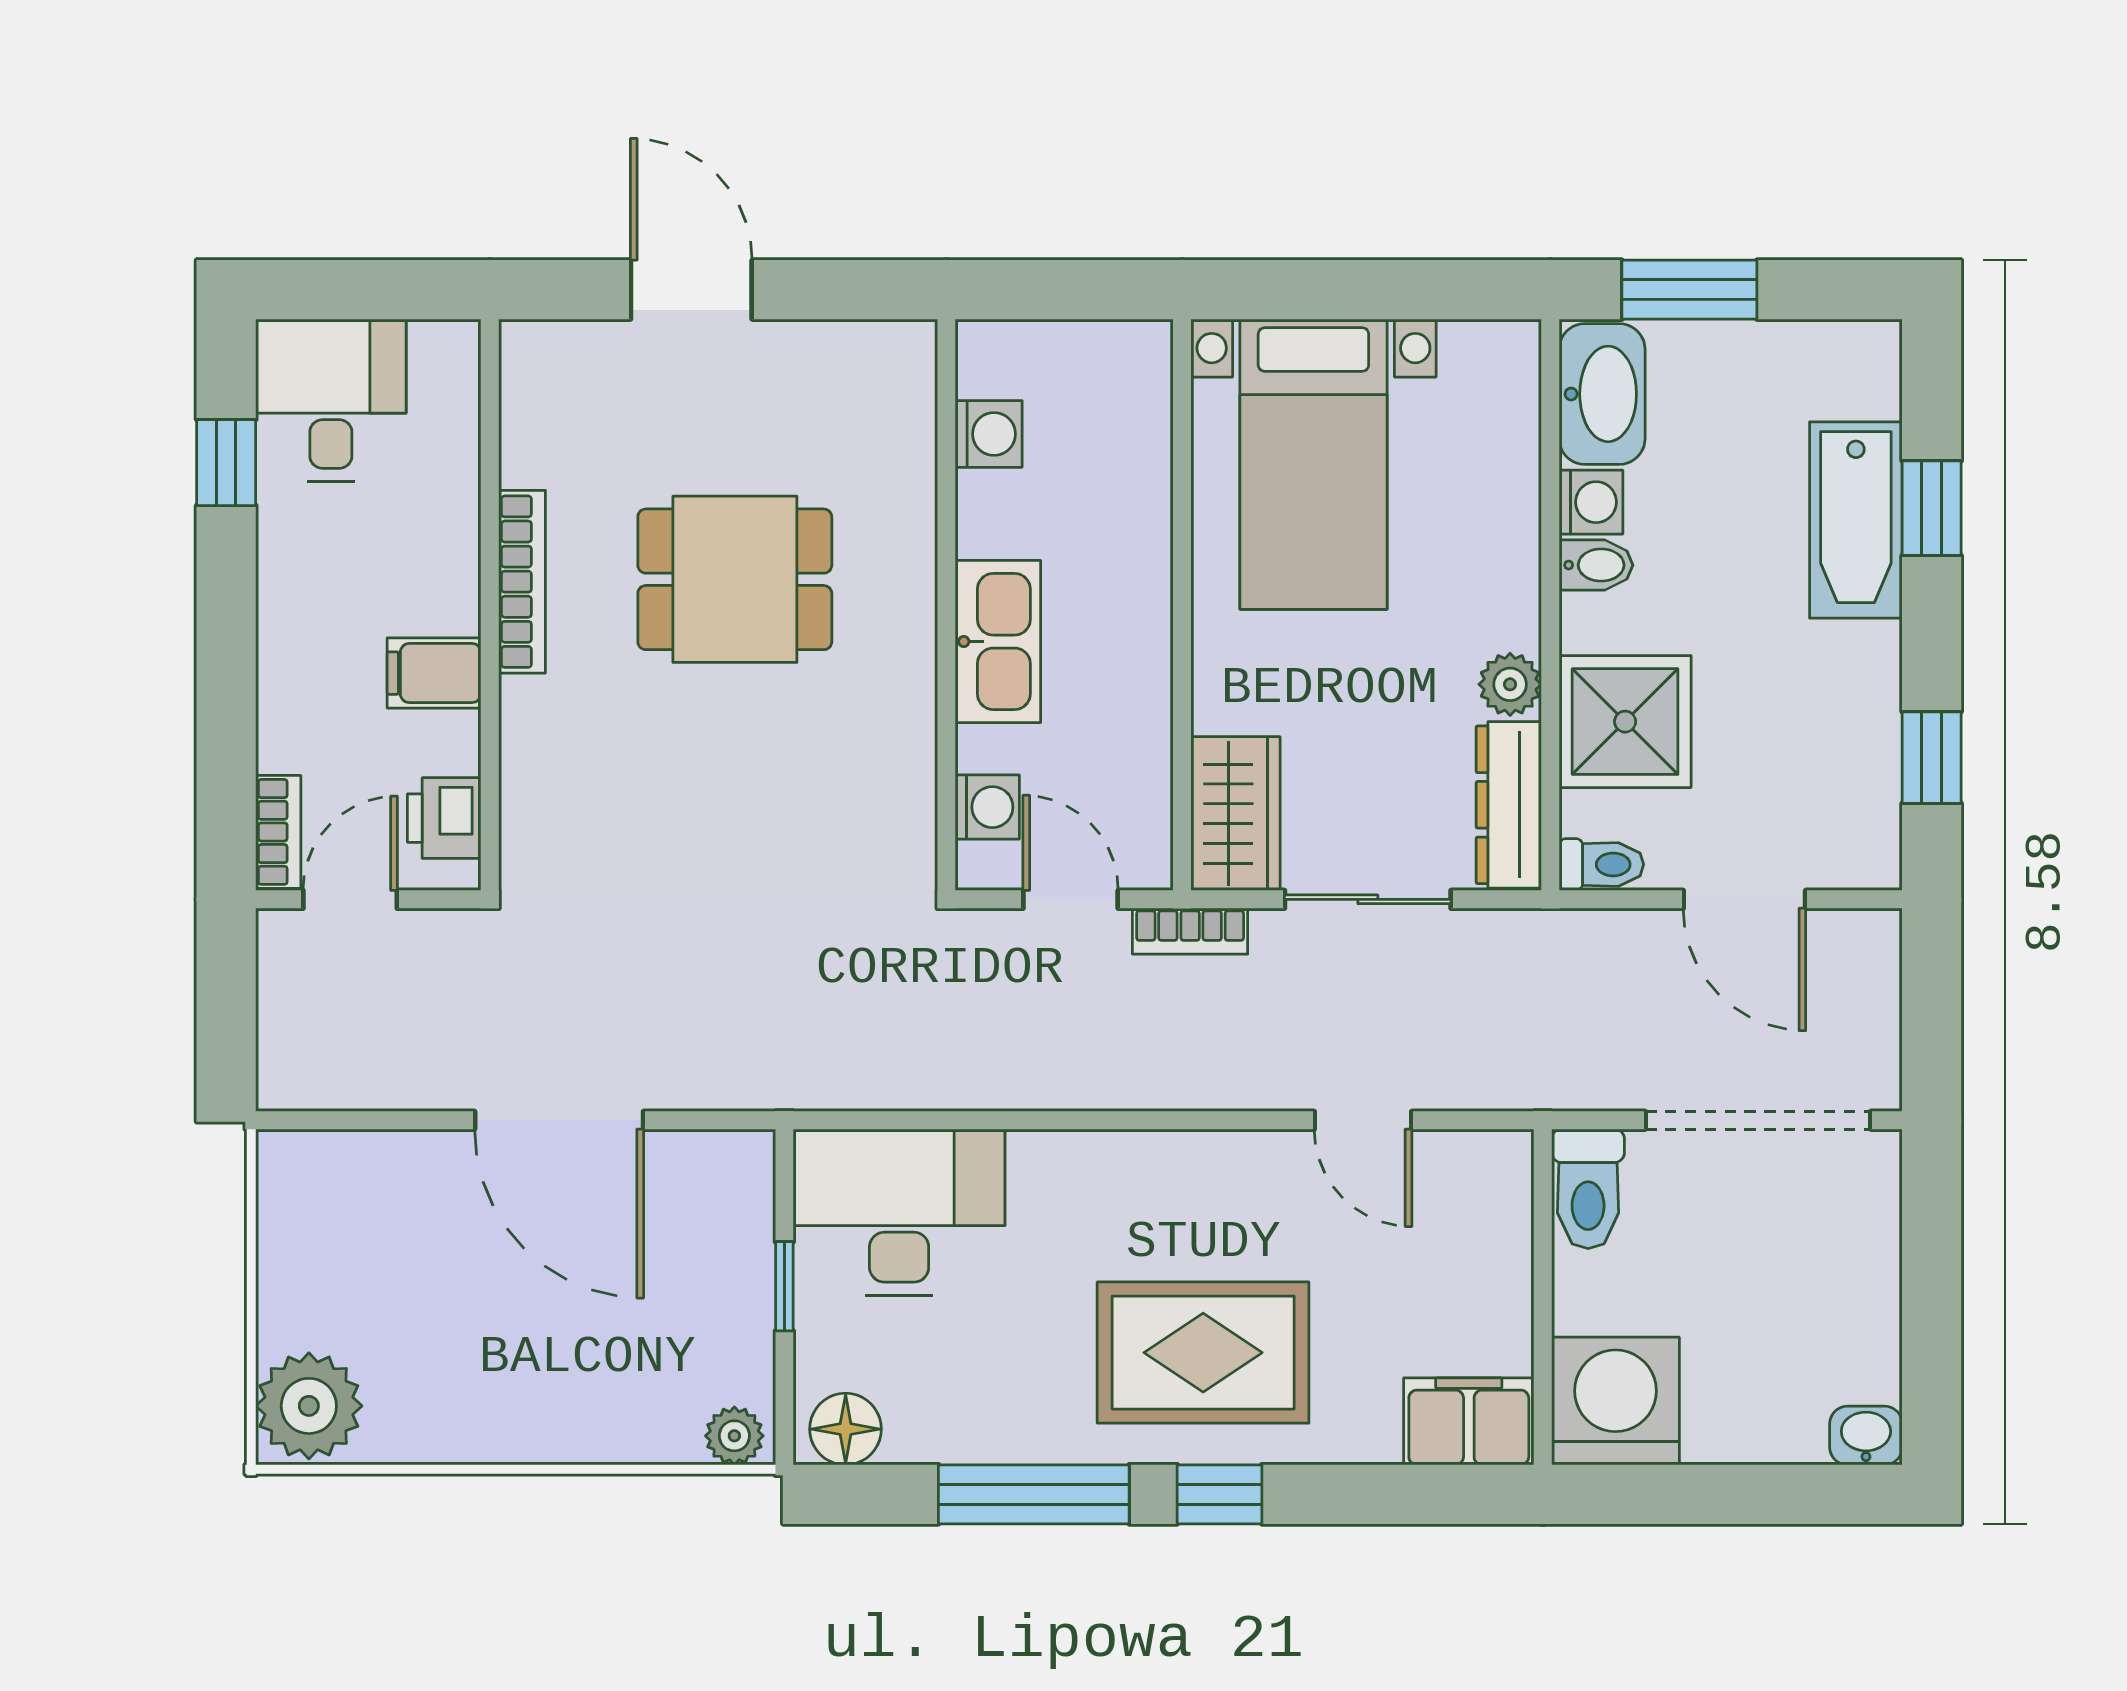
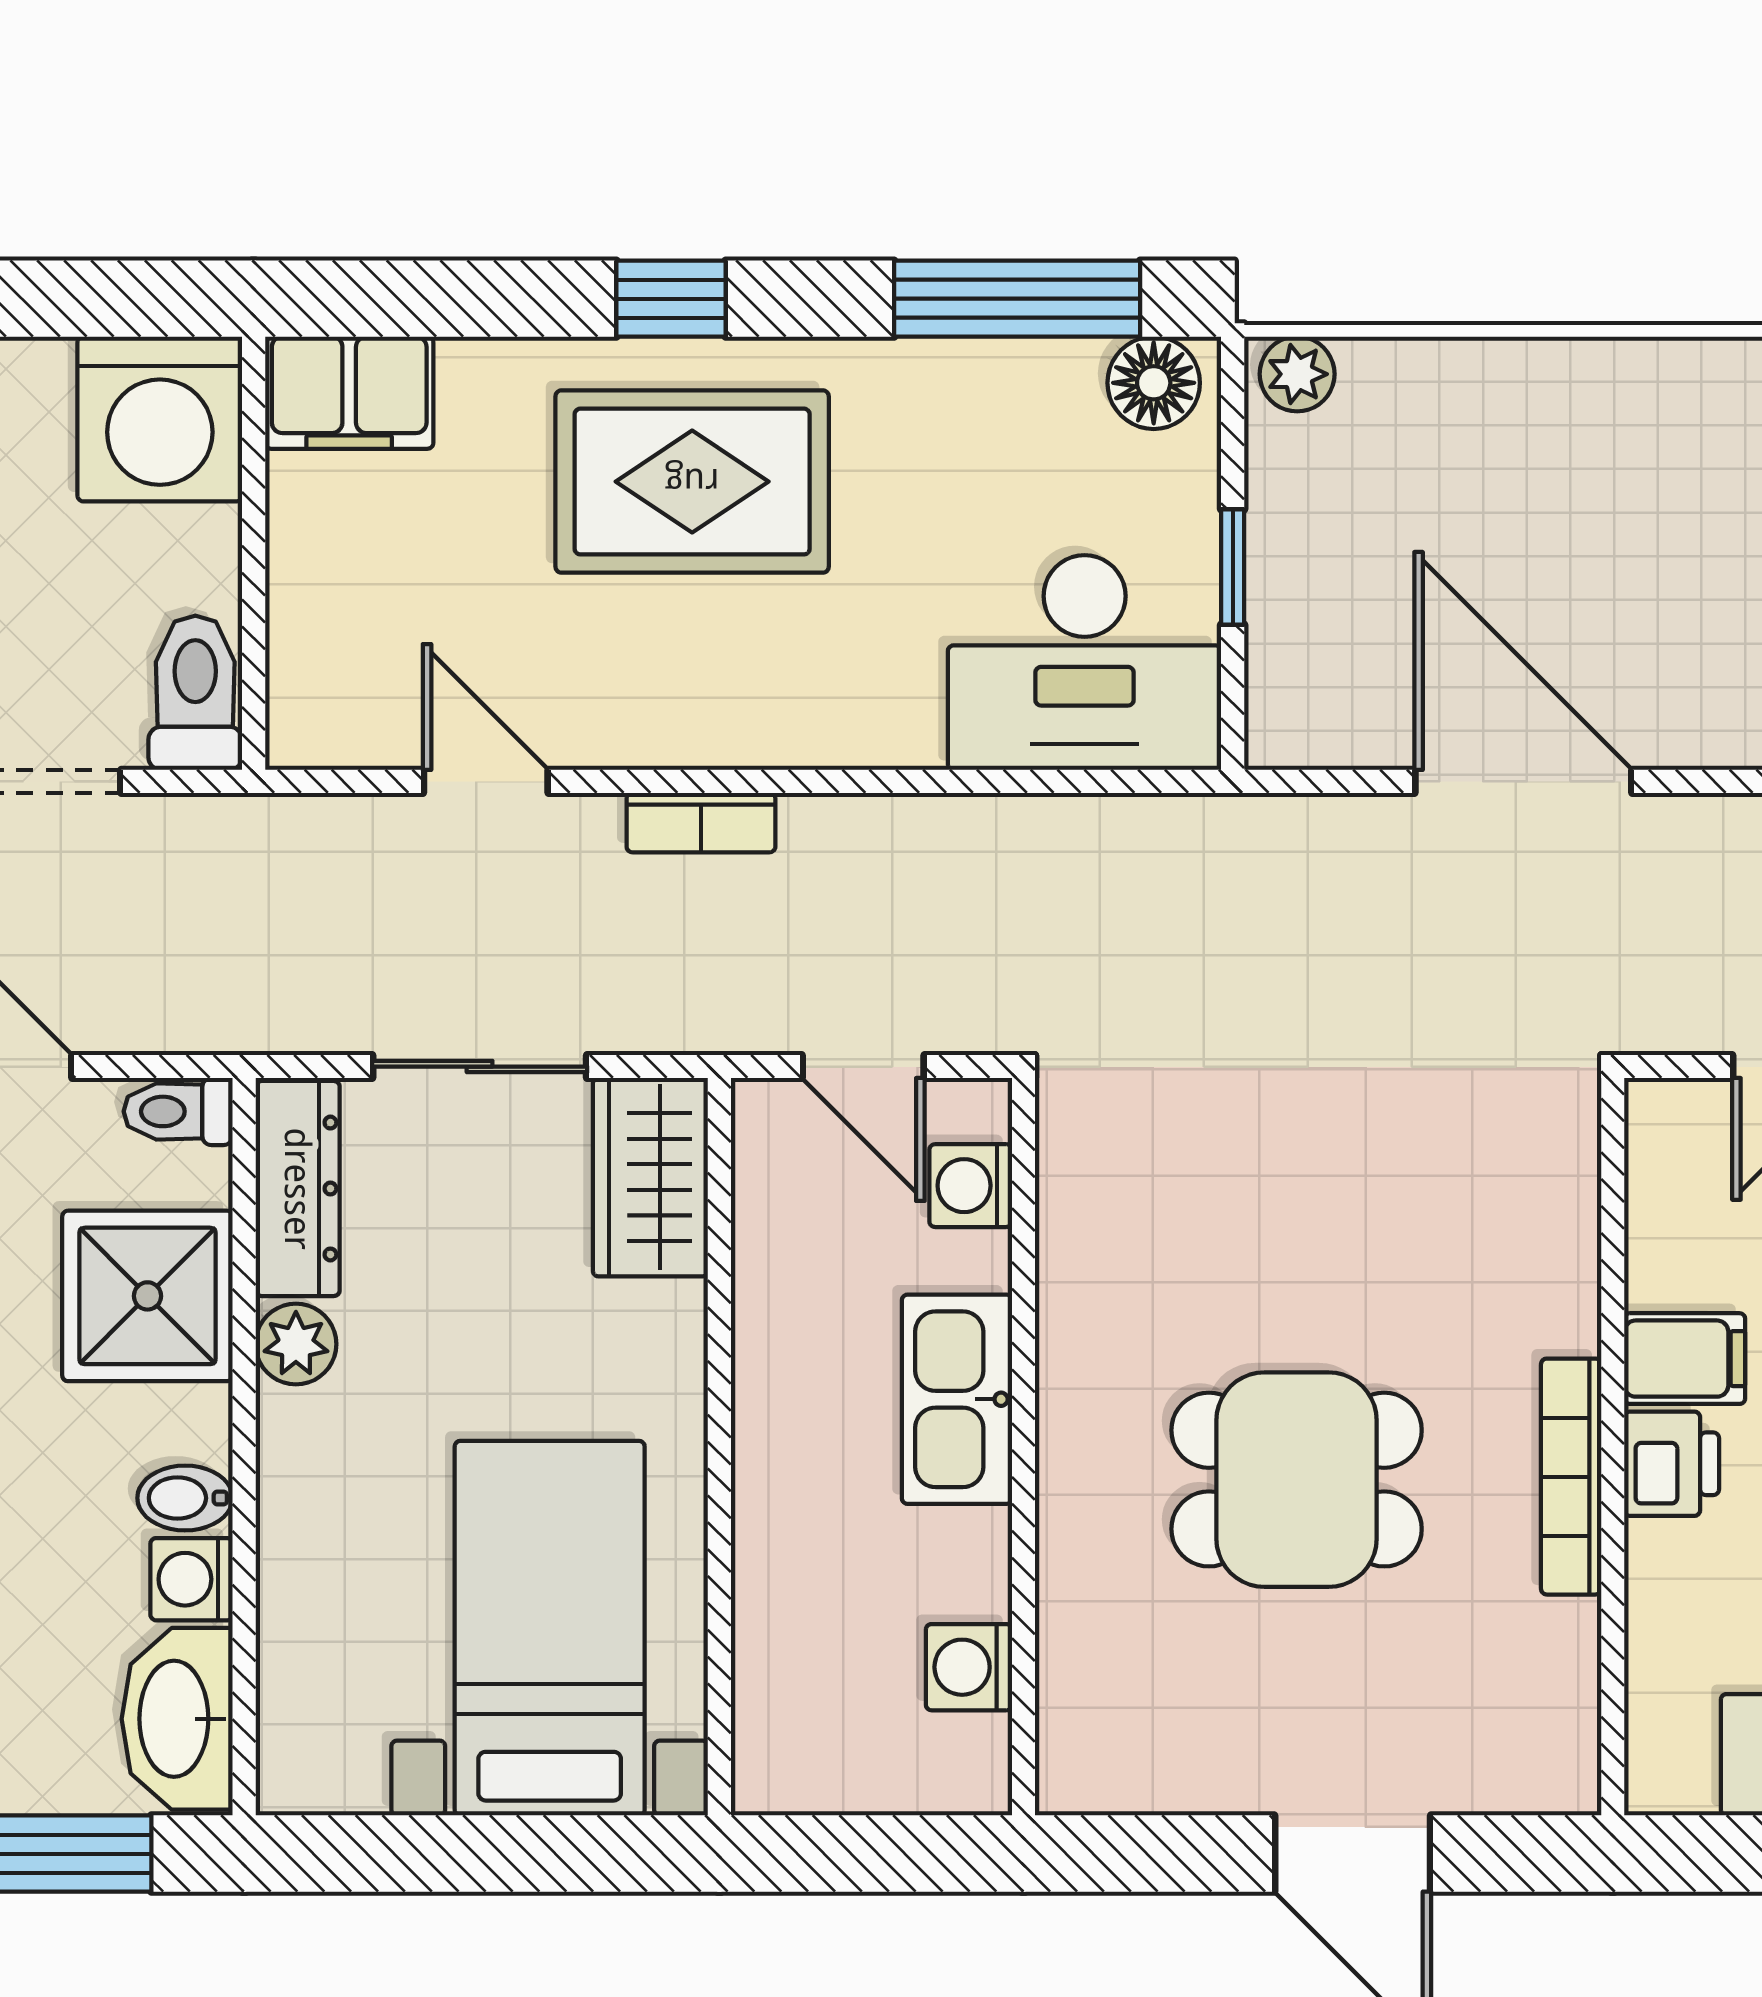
printer: (444, 818) -> (1672, 1464), moved
bookcase: (1190, 931) -> (701, 823), moved, turned 180
window: (1034, 1494) -> (1017, 299), moved

